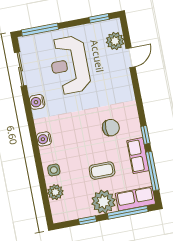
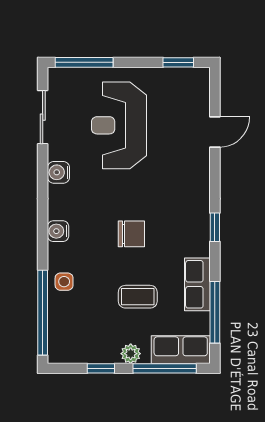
plant: (115, 41) -> (196, 102), removed
chair: (111, 128) -> (131, 234), moved
window: (145, 135) -> (215, 227), moved
window: (44, 192) -> (43, 313), added
plant: (55, 192) -> (60, 316), removed
plant: (103, 202) -> (131, 354), width x0.53, depth x0.53

